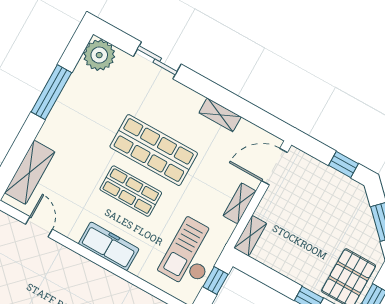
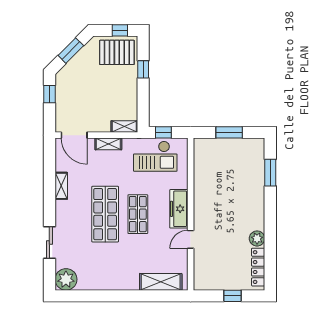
window: (51, 92) -> (105, 296), removed
door: (39, 227) -> (191, 239), moved

